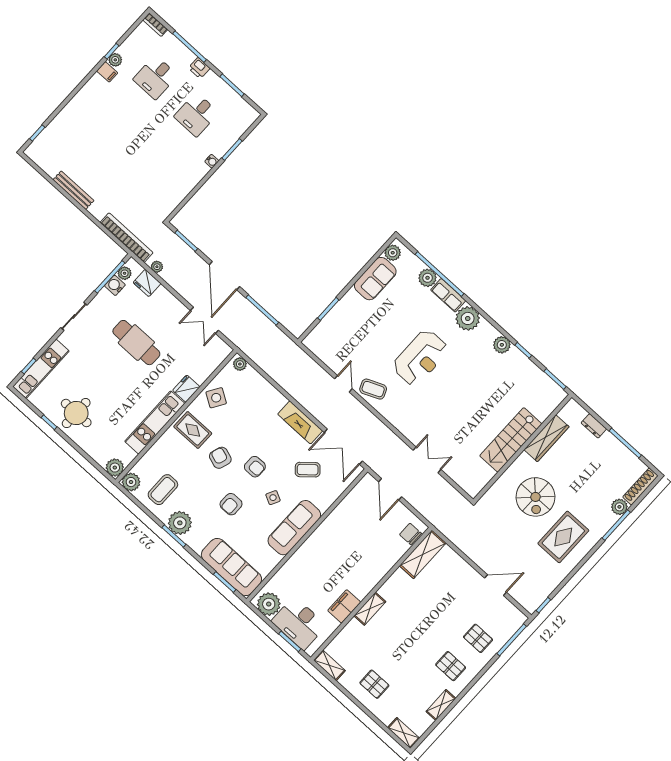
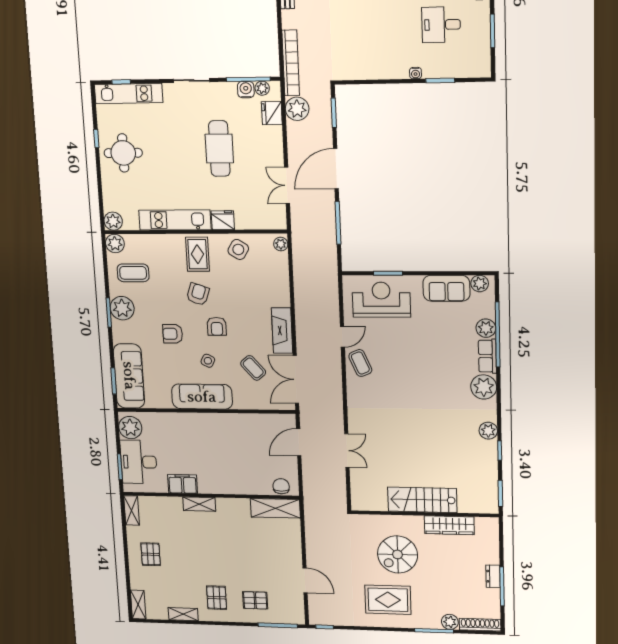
plant: (157, 267) -> (297, 109), width x1.87, depth x1.87
reception desk: (420, 358) -> (381, 300), moved, turned 180
dresser: (594, 426) -> (493, 576), moved
pallet: (478, 638) -> (255, 600), turned 90

